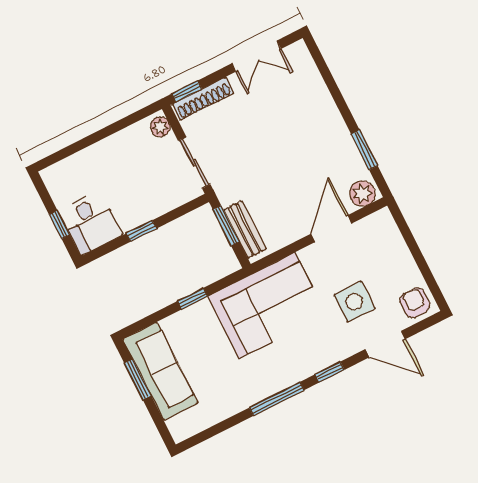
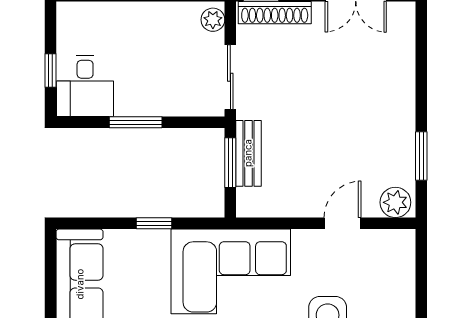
bench: (245, 229) -> (248, 153), moved
door: (331, 229) -> (343, 223), width x0.73
window: (141, 231) -> (136, 122), width x1.50
window: (138, 379) -> (50, 281), removed

